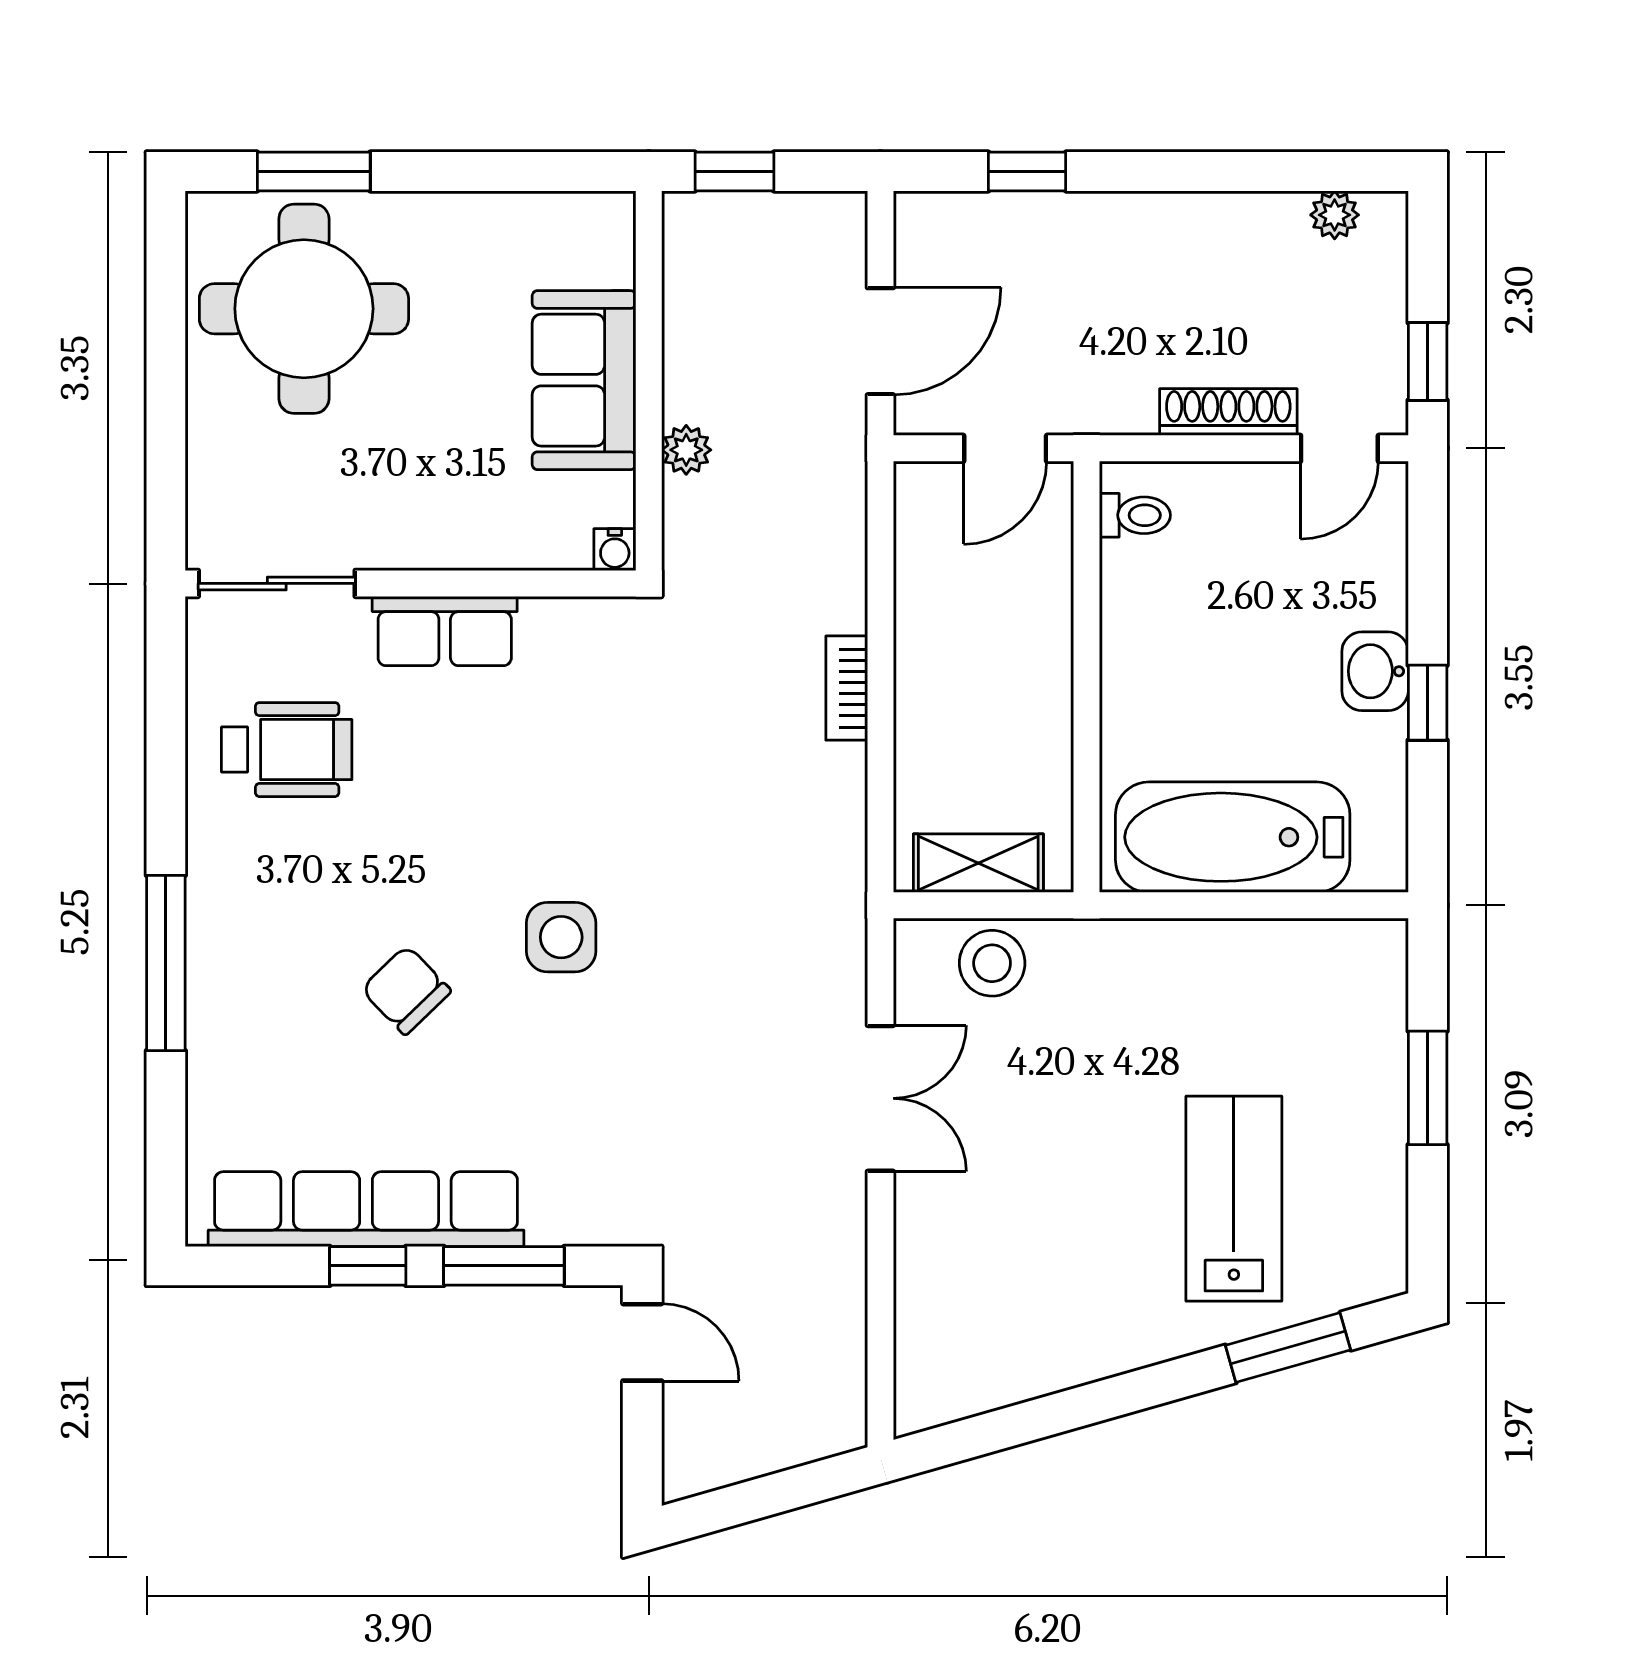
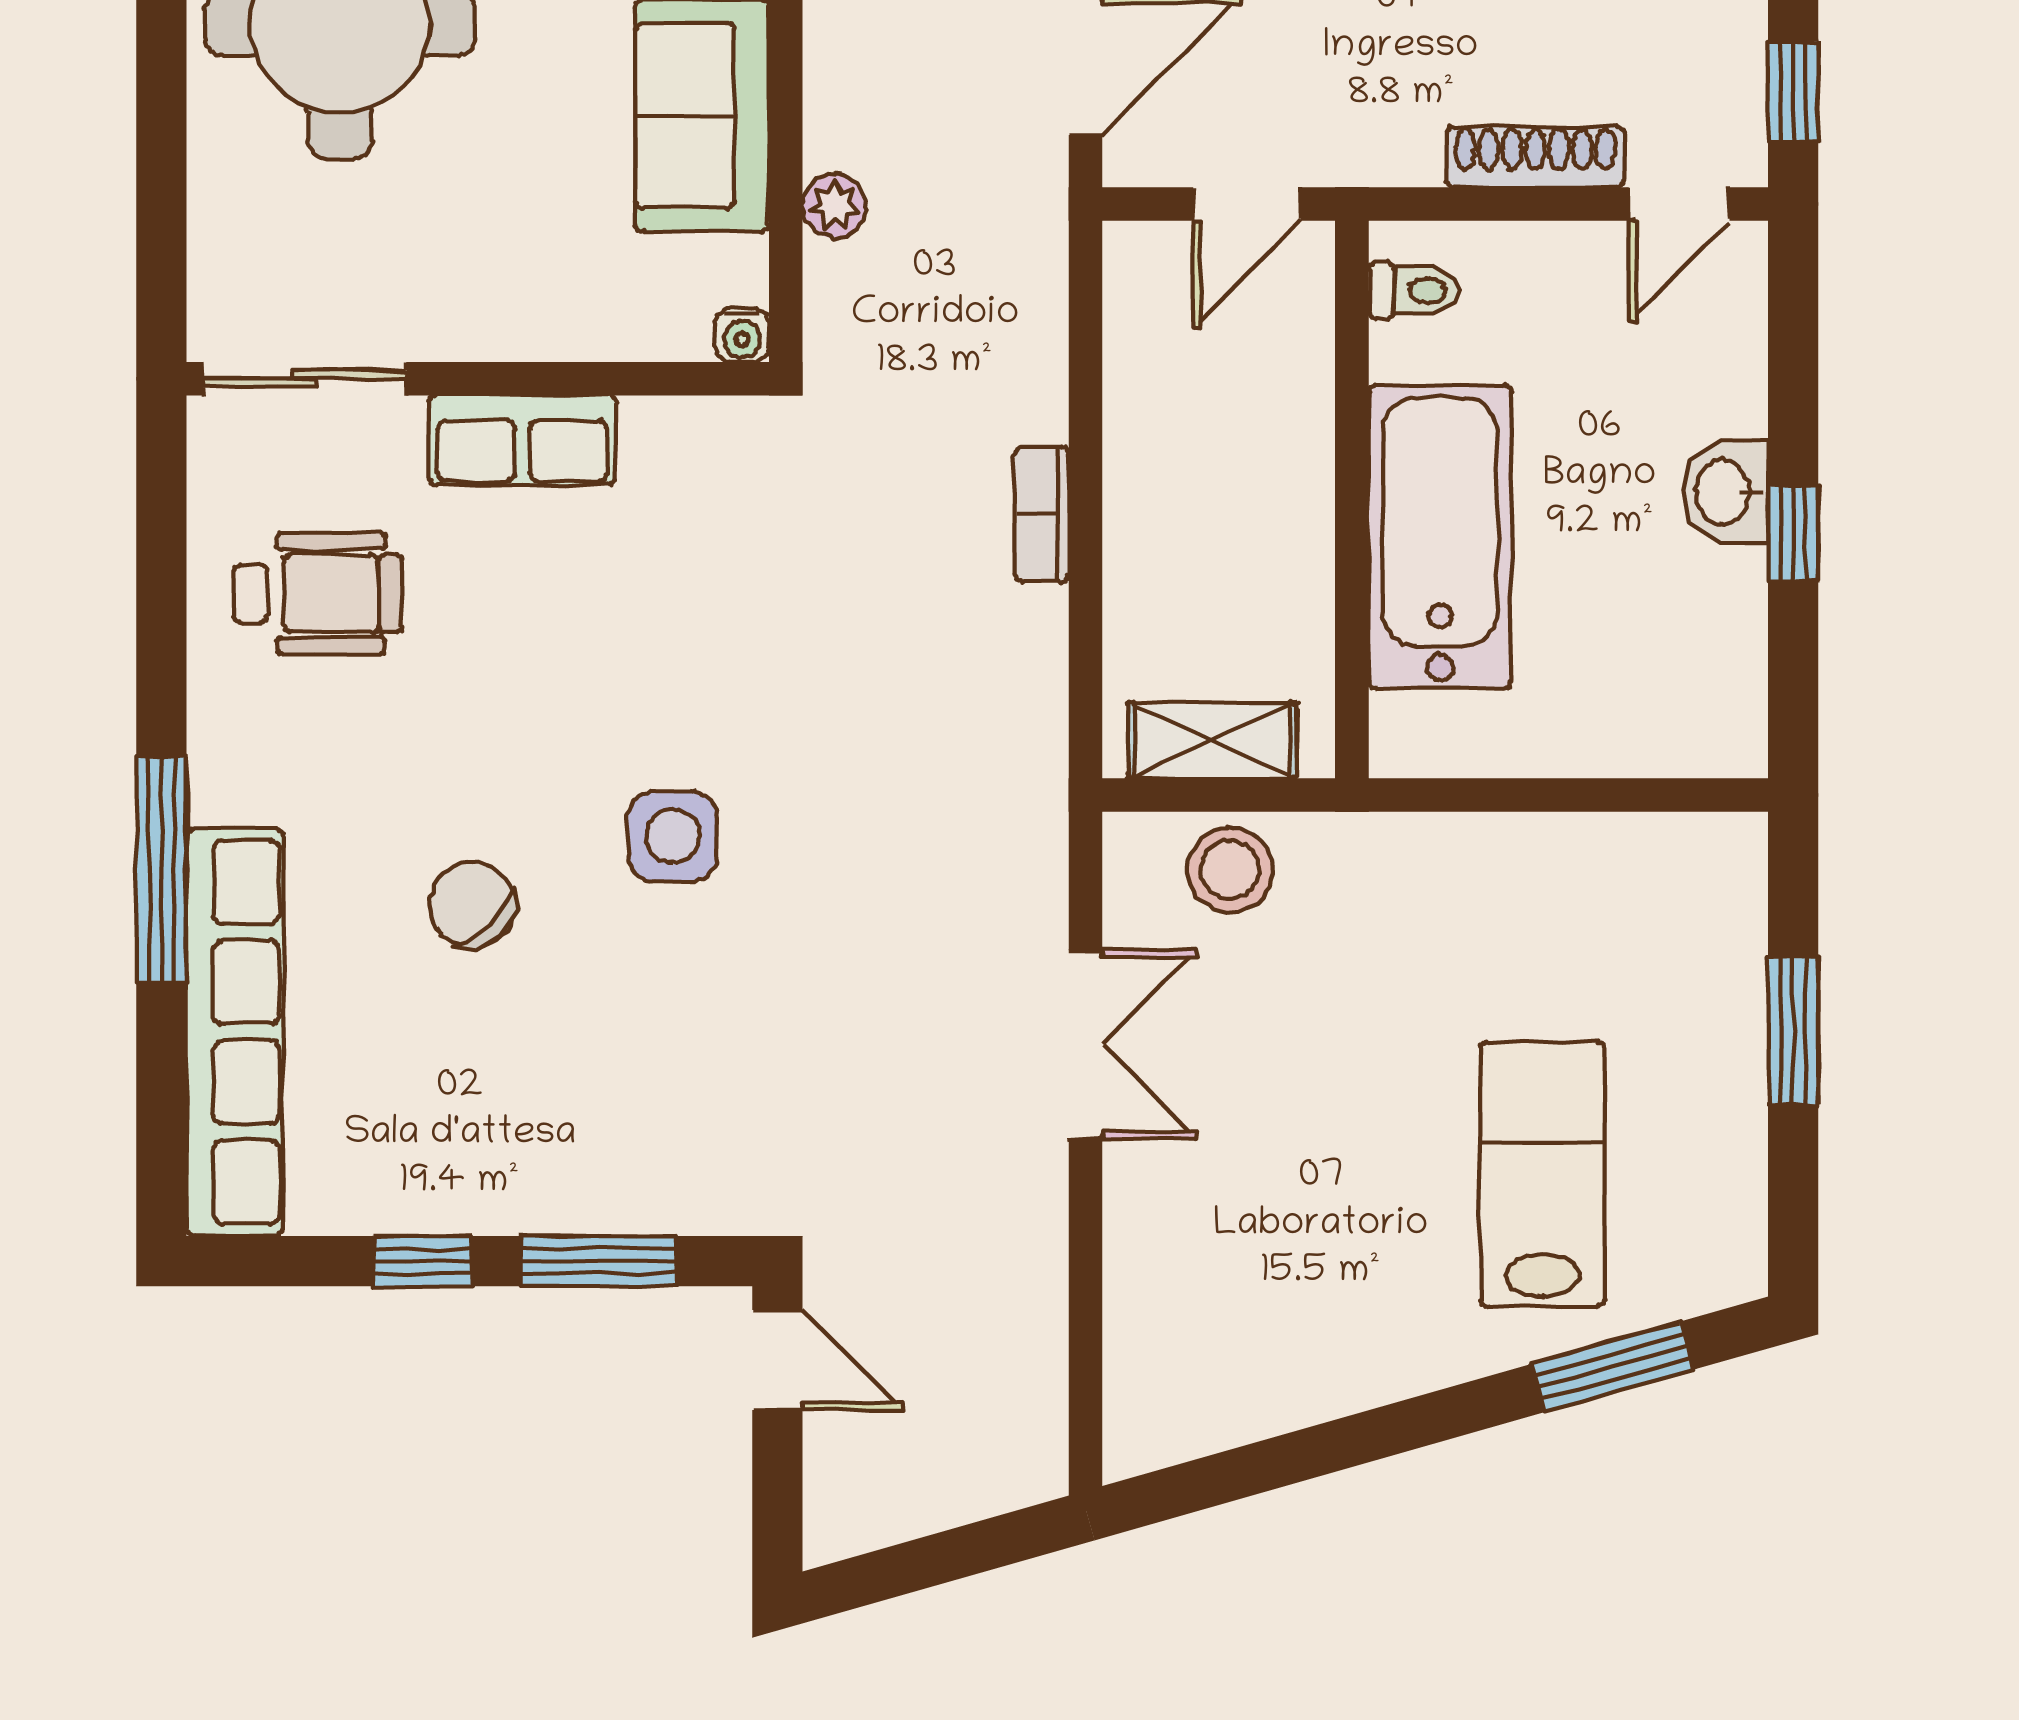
bathtub: (1233, 837) -> (1440, 537), moved, turned 90
row of seats: (366, 1209) -> (235, 1032), moved, turned 90

